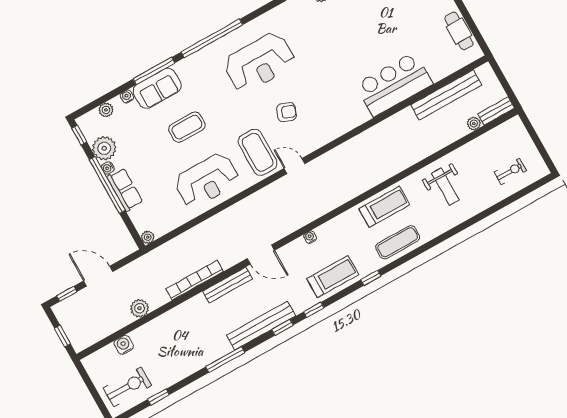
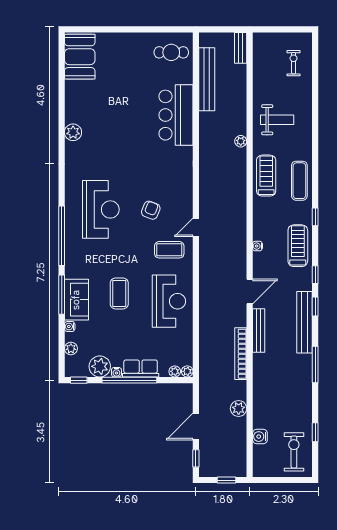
cafe table: (459, 31) -> (171, 52), moved
plant: (474, 124) -> (241, 141), moved
coffee table: (258, 152) -> (169, 250), width x0.73, depth x0.76
plant: (141, 225) -> (175, 371), added

